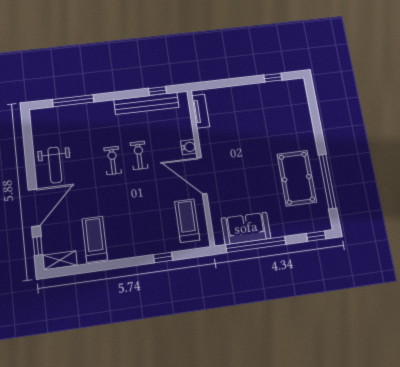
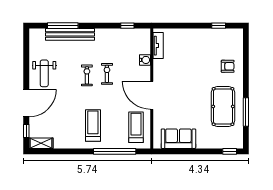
bench: (146, 103) -> (70, 34), moved
armchair: (293, 126) -> (228, 66), added
water cooler: (189, 147) -> (145, 60), moved
window: (327, 181) -> (246, 112), width x0.68
treadmill: (95, 239) -> (93, 126), moved
window: (256, 245) -> (184, 151), removed
window: (163, 257) -> (115, 151), width x3.17

